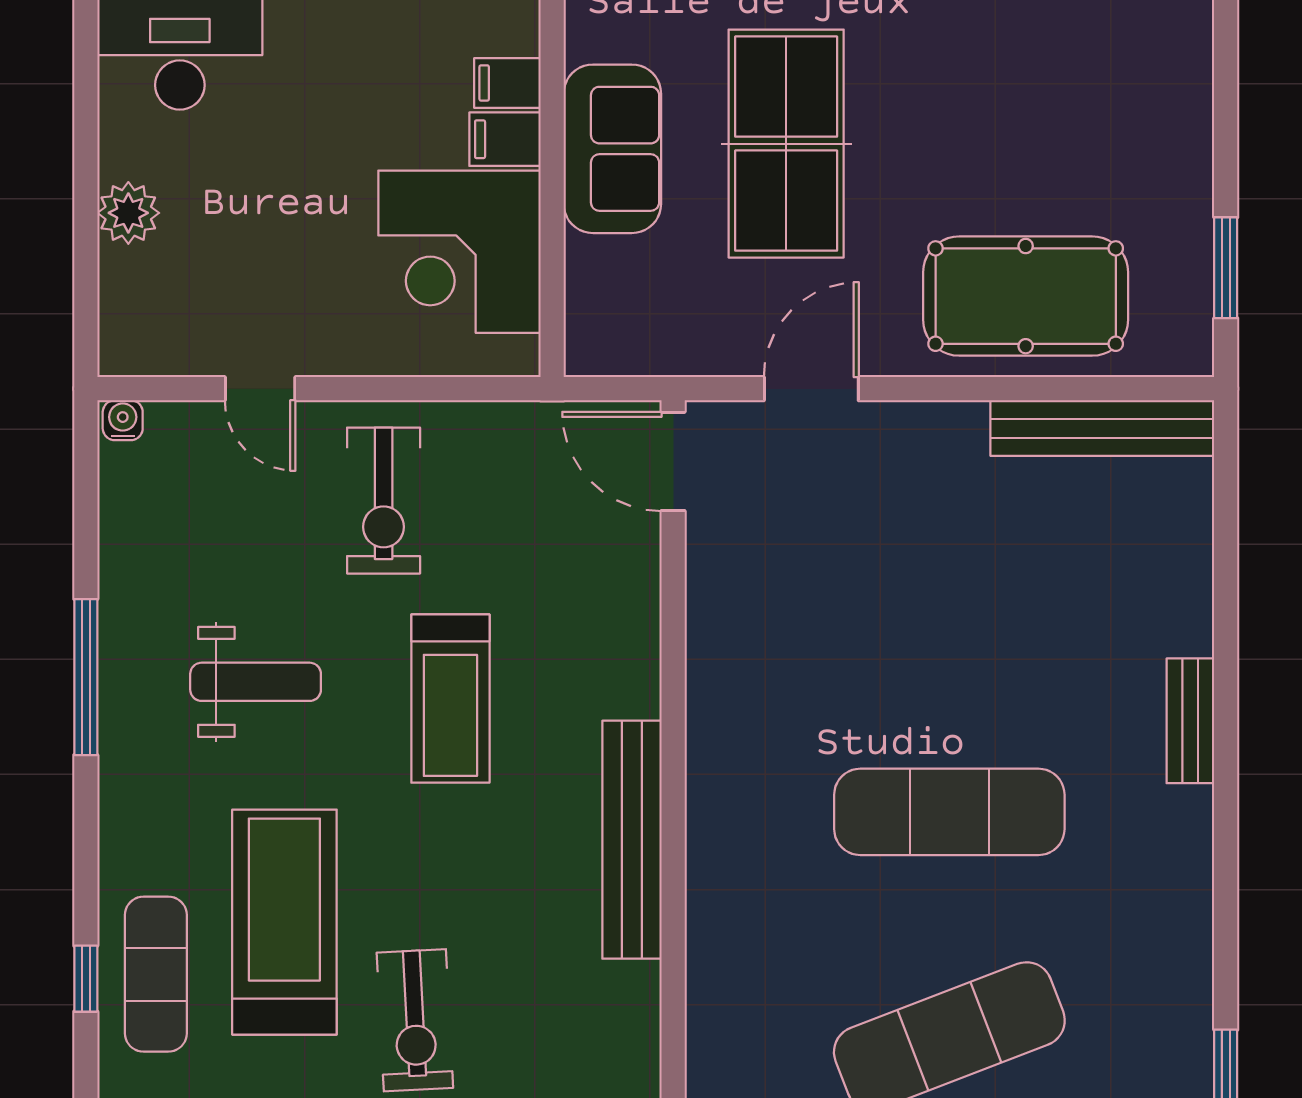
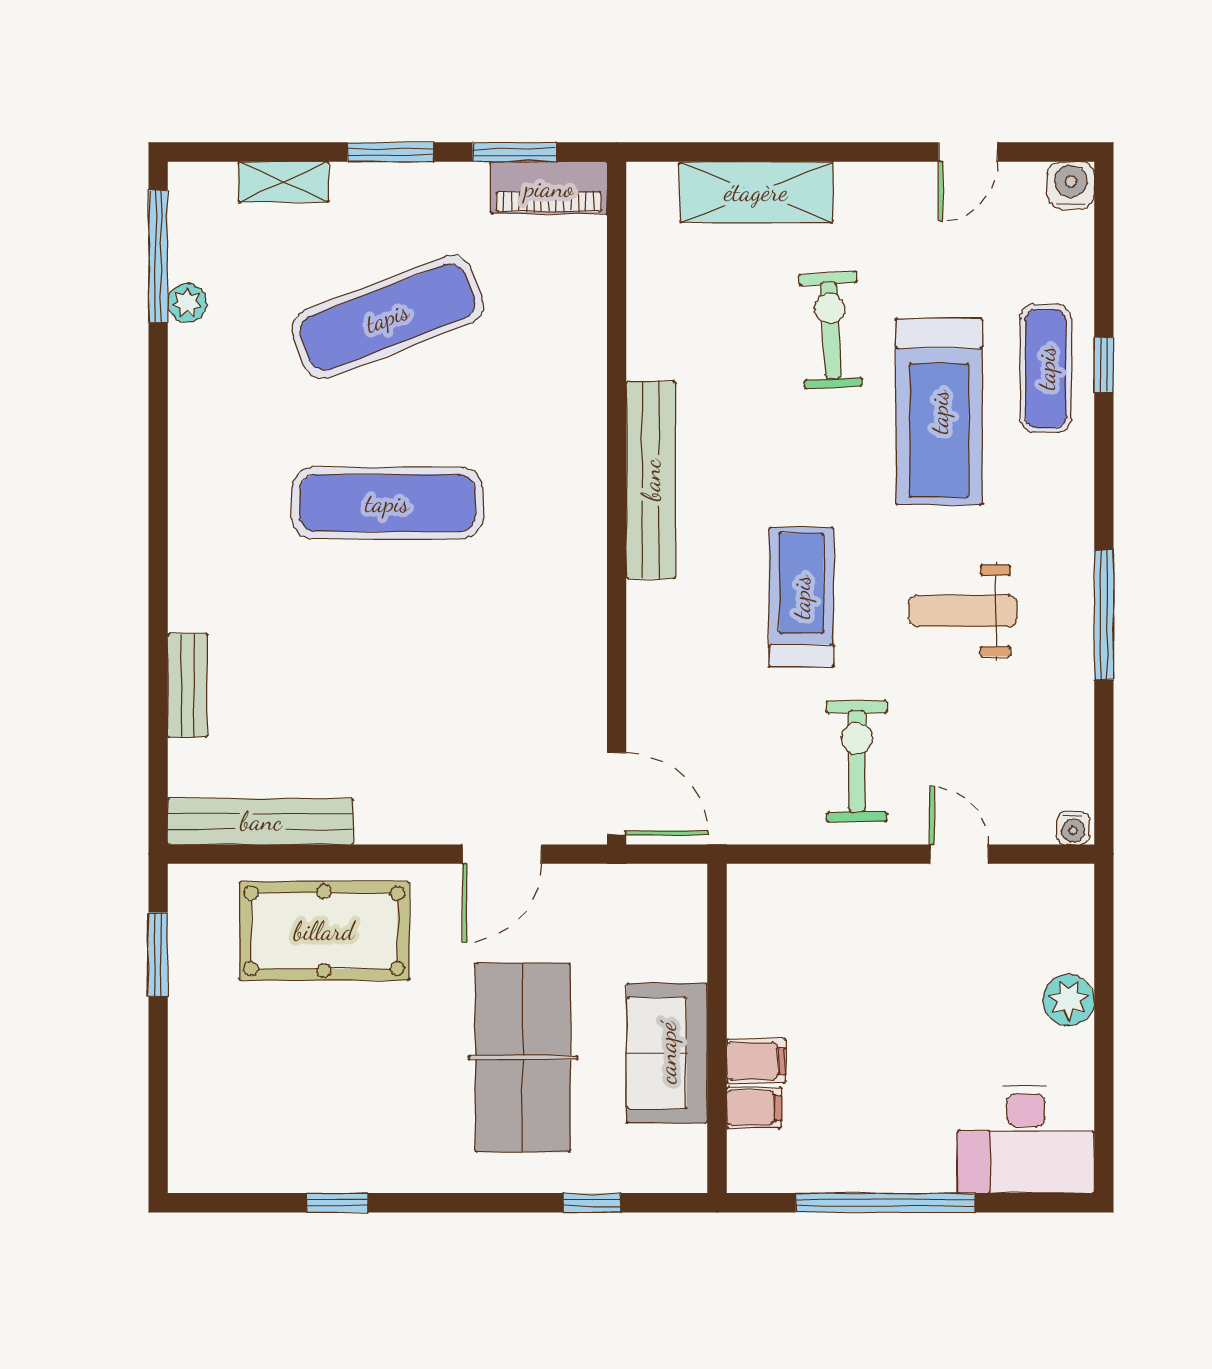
corner desk: (459, 252) -> (794, 968), removed
bench: (1190, 721) -> (187, 685), moved
plant: (1191, 1053) -> (187, 303), added

